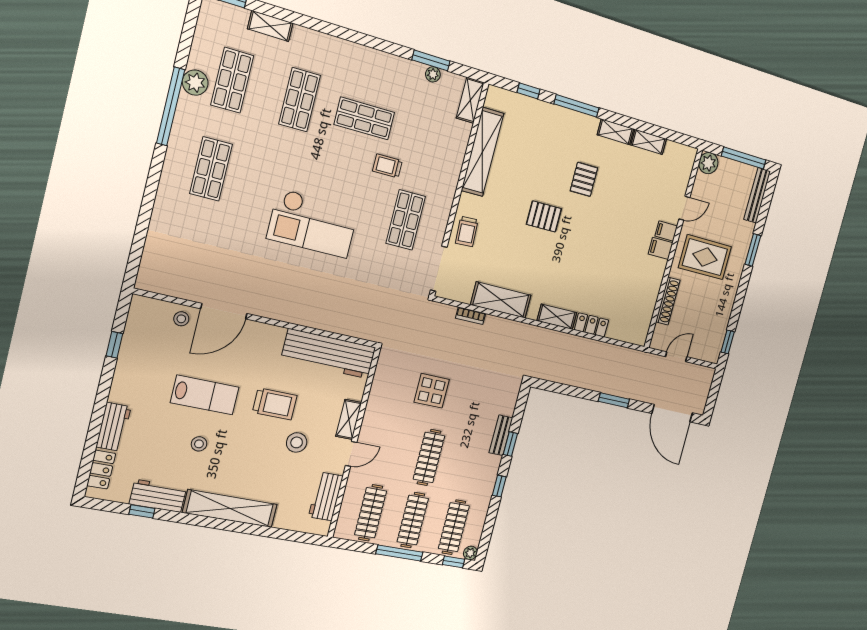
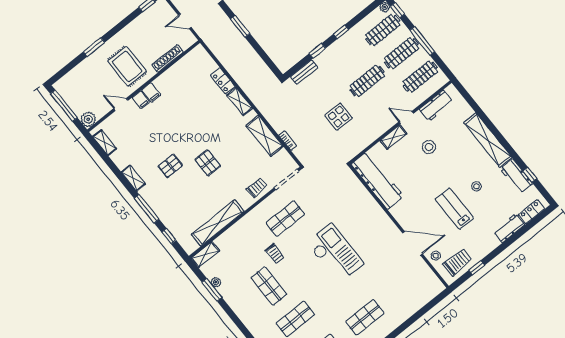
shelving: (649, 142) -> (105, 143), moved
bench: (757, 195) -> (70, 78), removed
trolley: (275, 404) -> (457, 262), moved, turned 90
bench: (501, 435) -> (304, 72), moved

